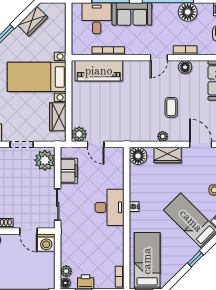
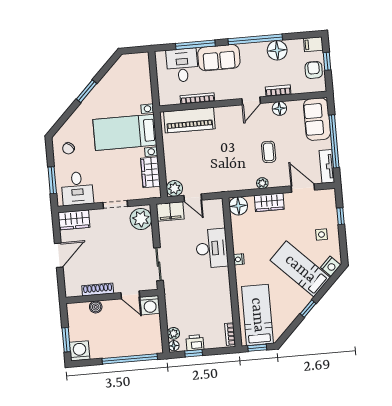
wardrobe: (33, 21) -> (115, 74), removed
filing cabinet: (69, 171) -> (170, 211), moved, turned 90
desk: (109, 207) -> (212, 248), moved

